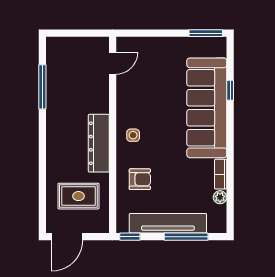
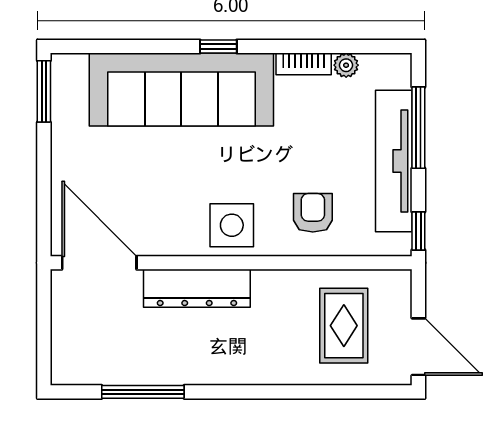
door: (113, 63) -> (99, 263), width x1.88
window: (230, 90) -> (218, 46), moved
side table: (133, 135) -> (232, 225), width x1.87, depth x1.87
dresser: (99, 143) -> (197, 288), moved

